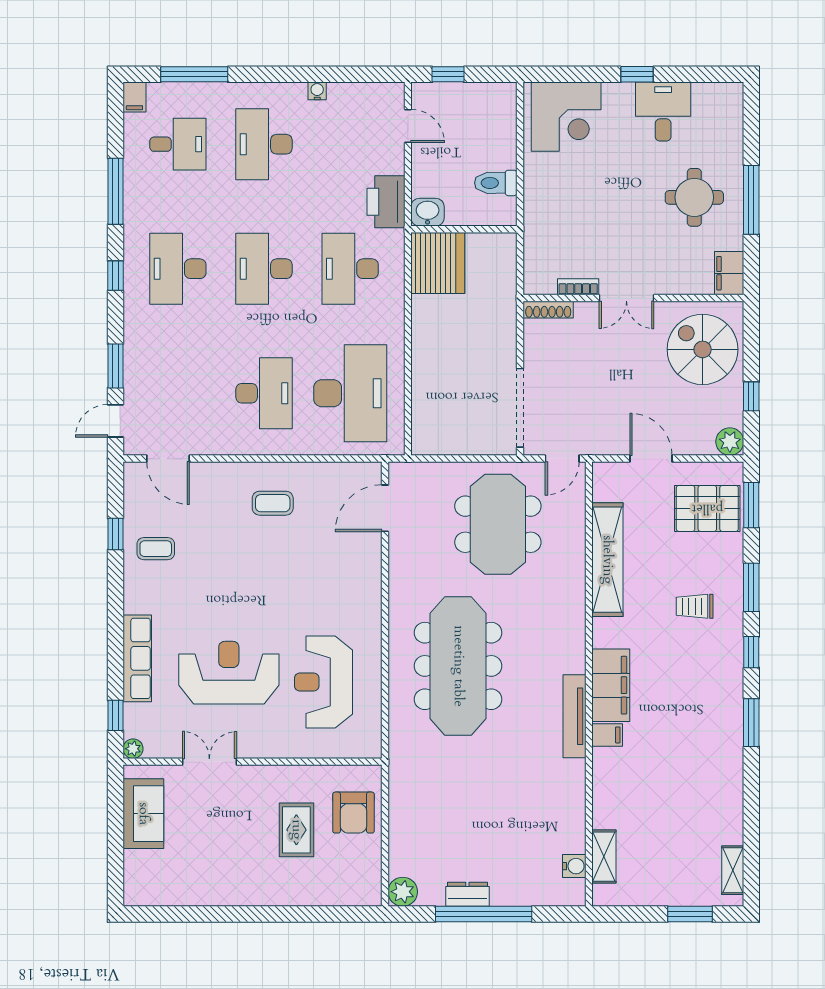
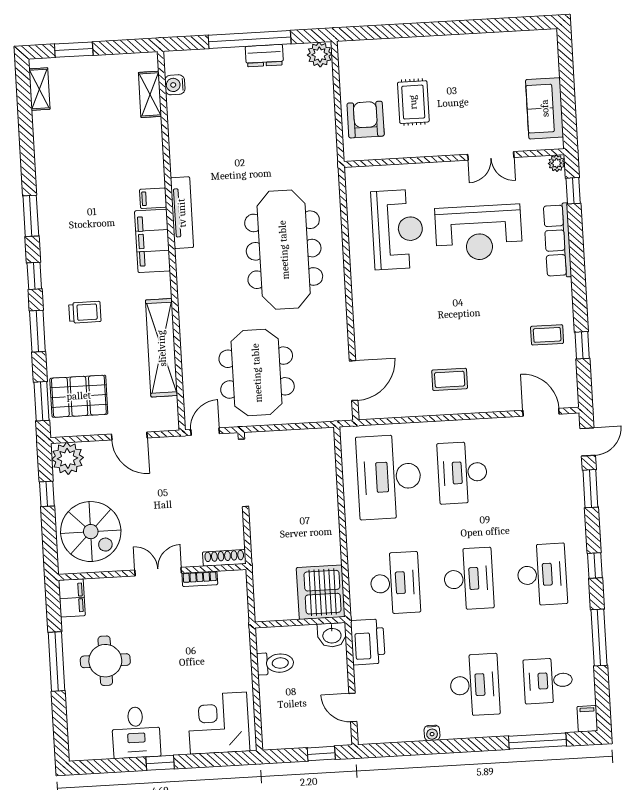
plant: (730, 442) -> (68, 458), width x1.36, depth x1.36

